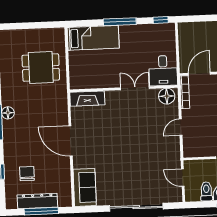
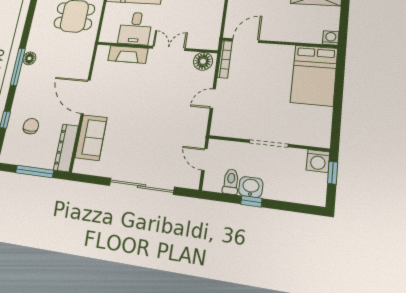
desk: (163, 71) -> (135, 28), moved
fireplace: (87, 99) -> (128, 54), moved
sofa: (85, 187) -> (91, 137), moved
dresser: (37, 201) -> (66, 148), moved, turned -90

